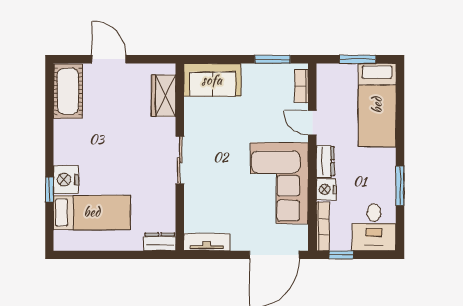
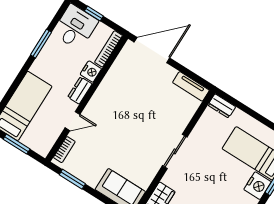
door: (312, 123) -> (72, 121), hinge flipped
corner sofa: (279, 183) -> (119, 95), removed
window: (341, 255) -> (94, 14), moved

